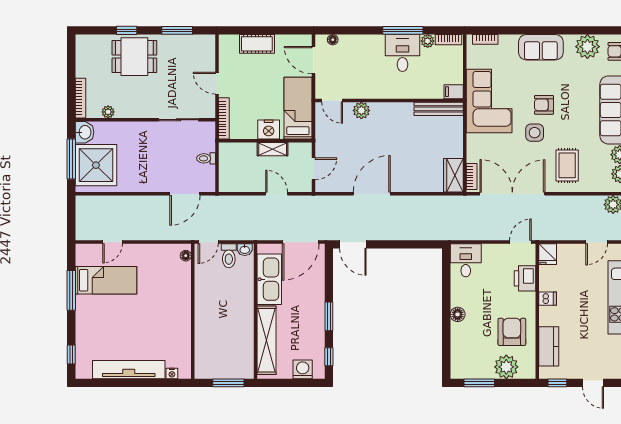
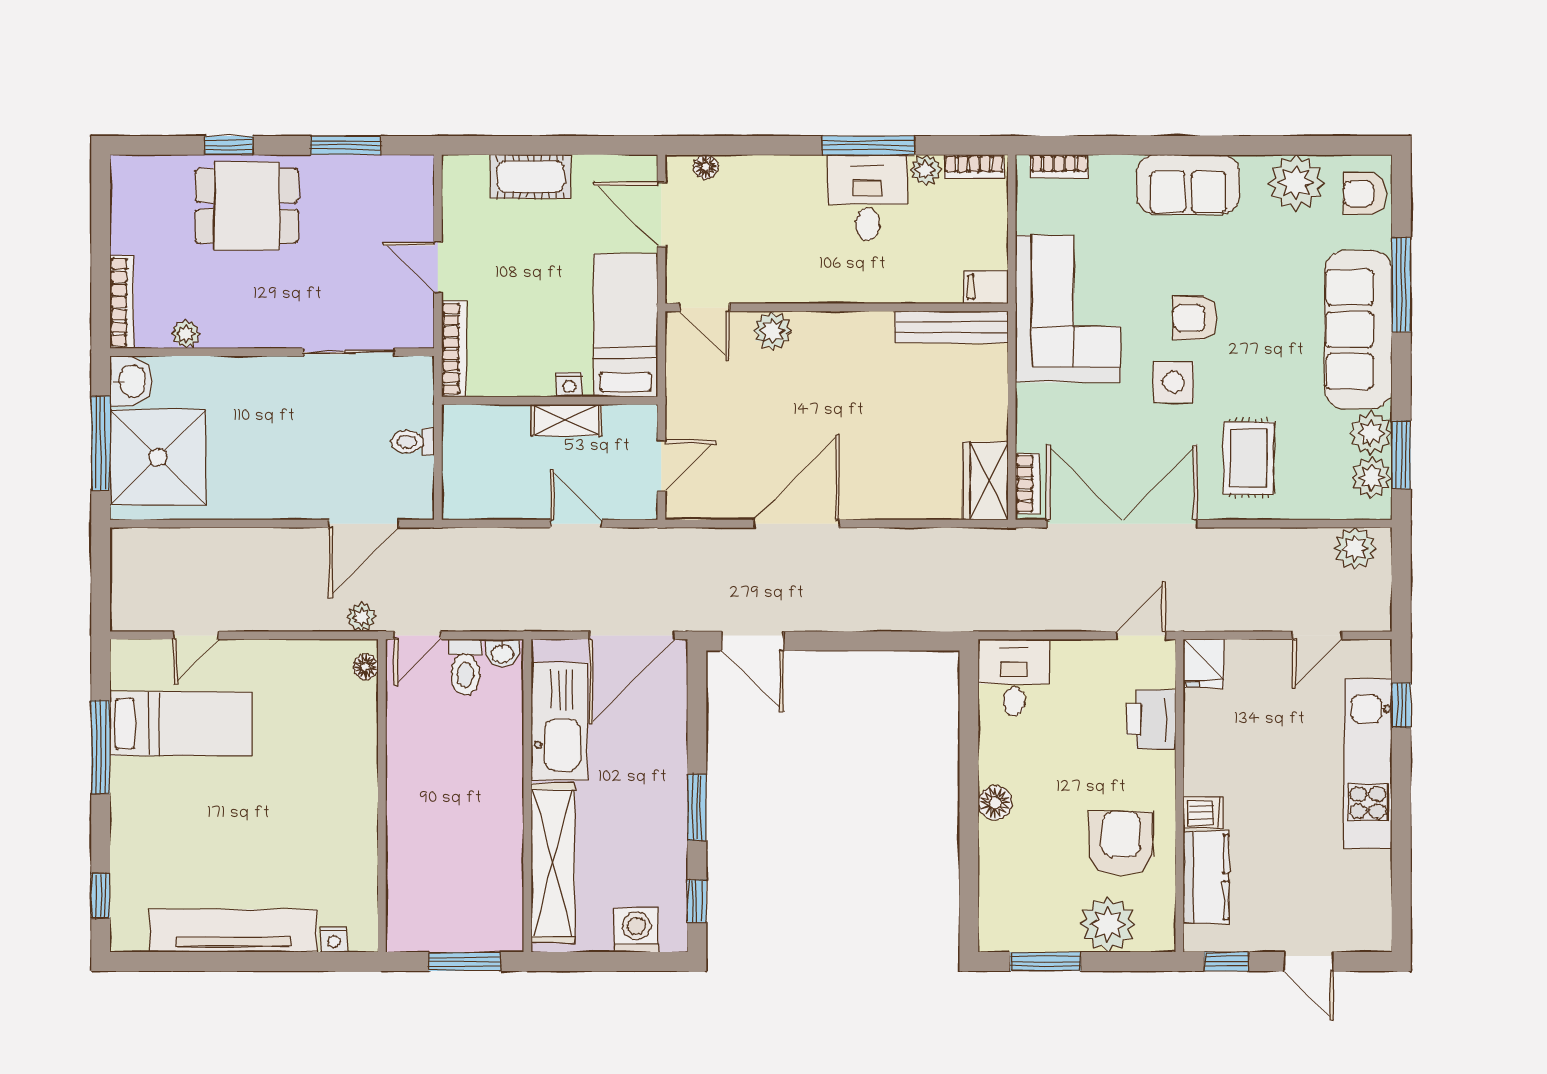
nightstand: (269, 129) -> (569, 384), width x0.53, depth x0.56
plant: (184, 234) -> (361, 617), added
dishwasher: (548, 299) -> (1203, 813), moved

